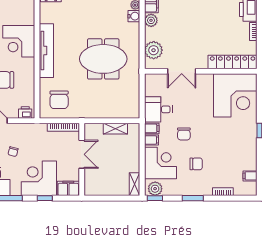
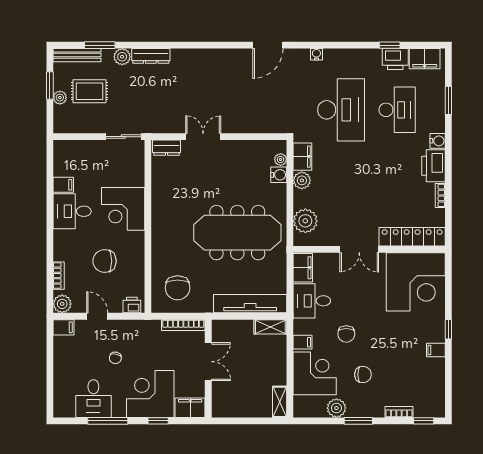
tv unit: (46, 51) -> (250, 304), moved, turned -90
meeting table: (103, 59) -> (237, 233), width x1.36
double door: (182, 71) -> (359, 249), moved
filing cabinet: (152, 128) -> (303, 268), moved, width x2.00
shelving: (115, 129) -> (270, 327), moved
filing cabinet: (250, 176) -> (436, 350), moved
plant: (155, 189) -> (336, 408), moved
window: (155, 198) -> (424, 421), moved

